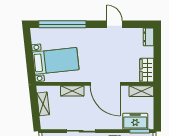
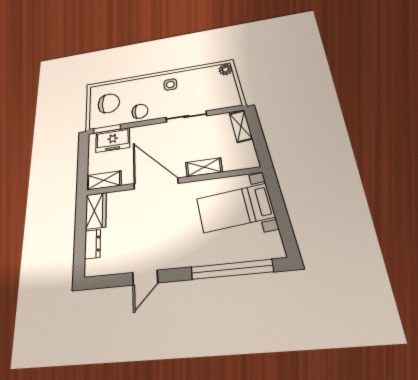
door: (114, 24) -> (145, 278), hinge flipped
dresser: (149, 37) -> (93, 244), moved
shelving: (43, 104) -> (241, 126), moved

